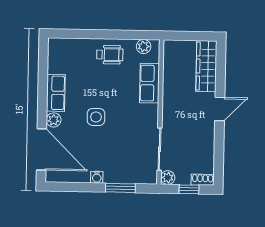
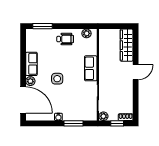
window: (74, 34) -> (42, 26), added
row of seats: (150, 83) -> (91, 68), moved

